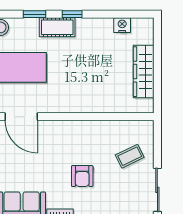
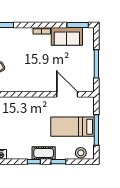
armchair: (82, 176) -> (27, 56), removed

